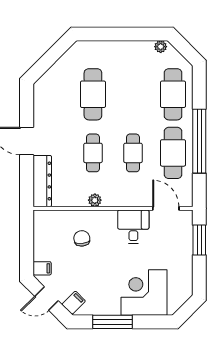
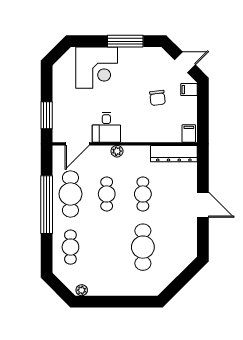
cafe table: (173, 94) -> (70, 247), width x0.73, depth x0.74
dresser: (42, 181) -> (174, 154), moved, turned -90
plant: (95, 200) -> (117, 151), moved
door: (166, 208) -> (77, 144), hinge flipped
chair: (82, 238) -> (157, 98), moved
filing cabinet: (74, 303) -> (189, 134), moved, turned 135

